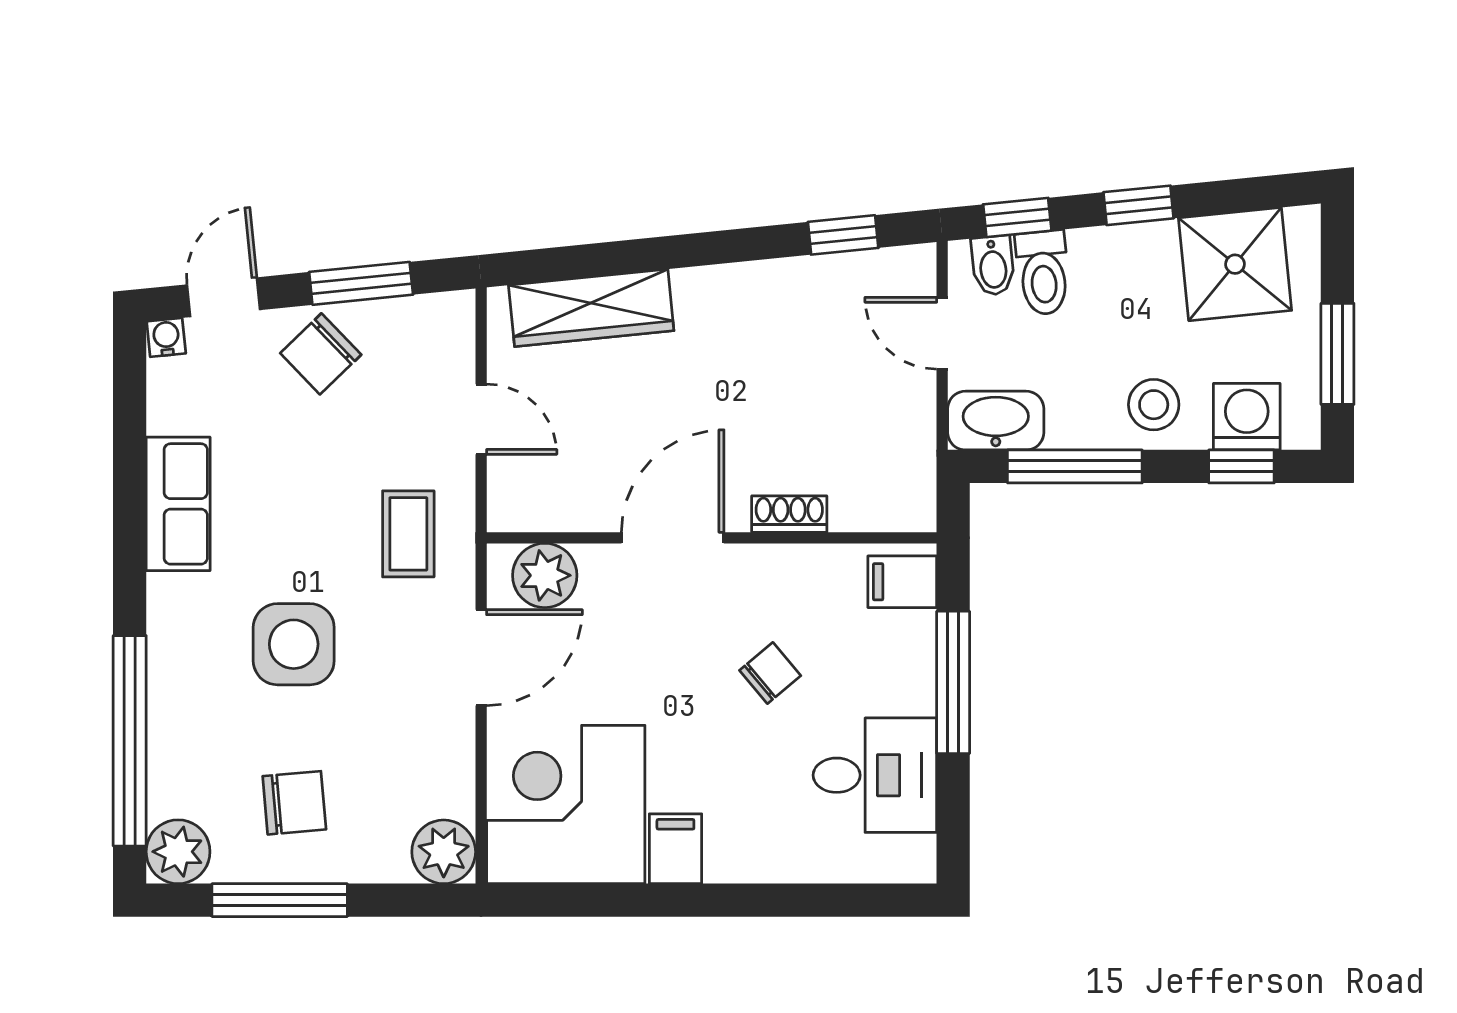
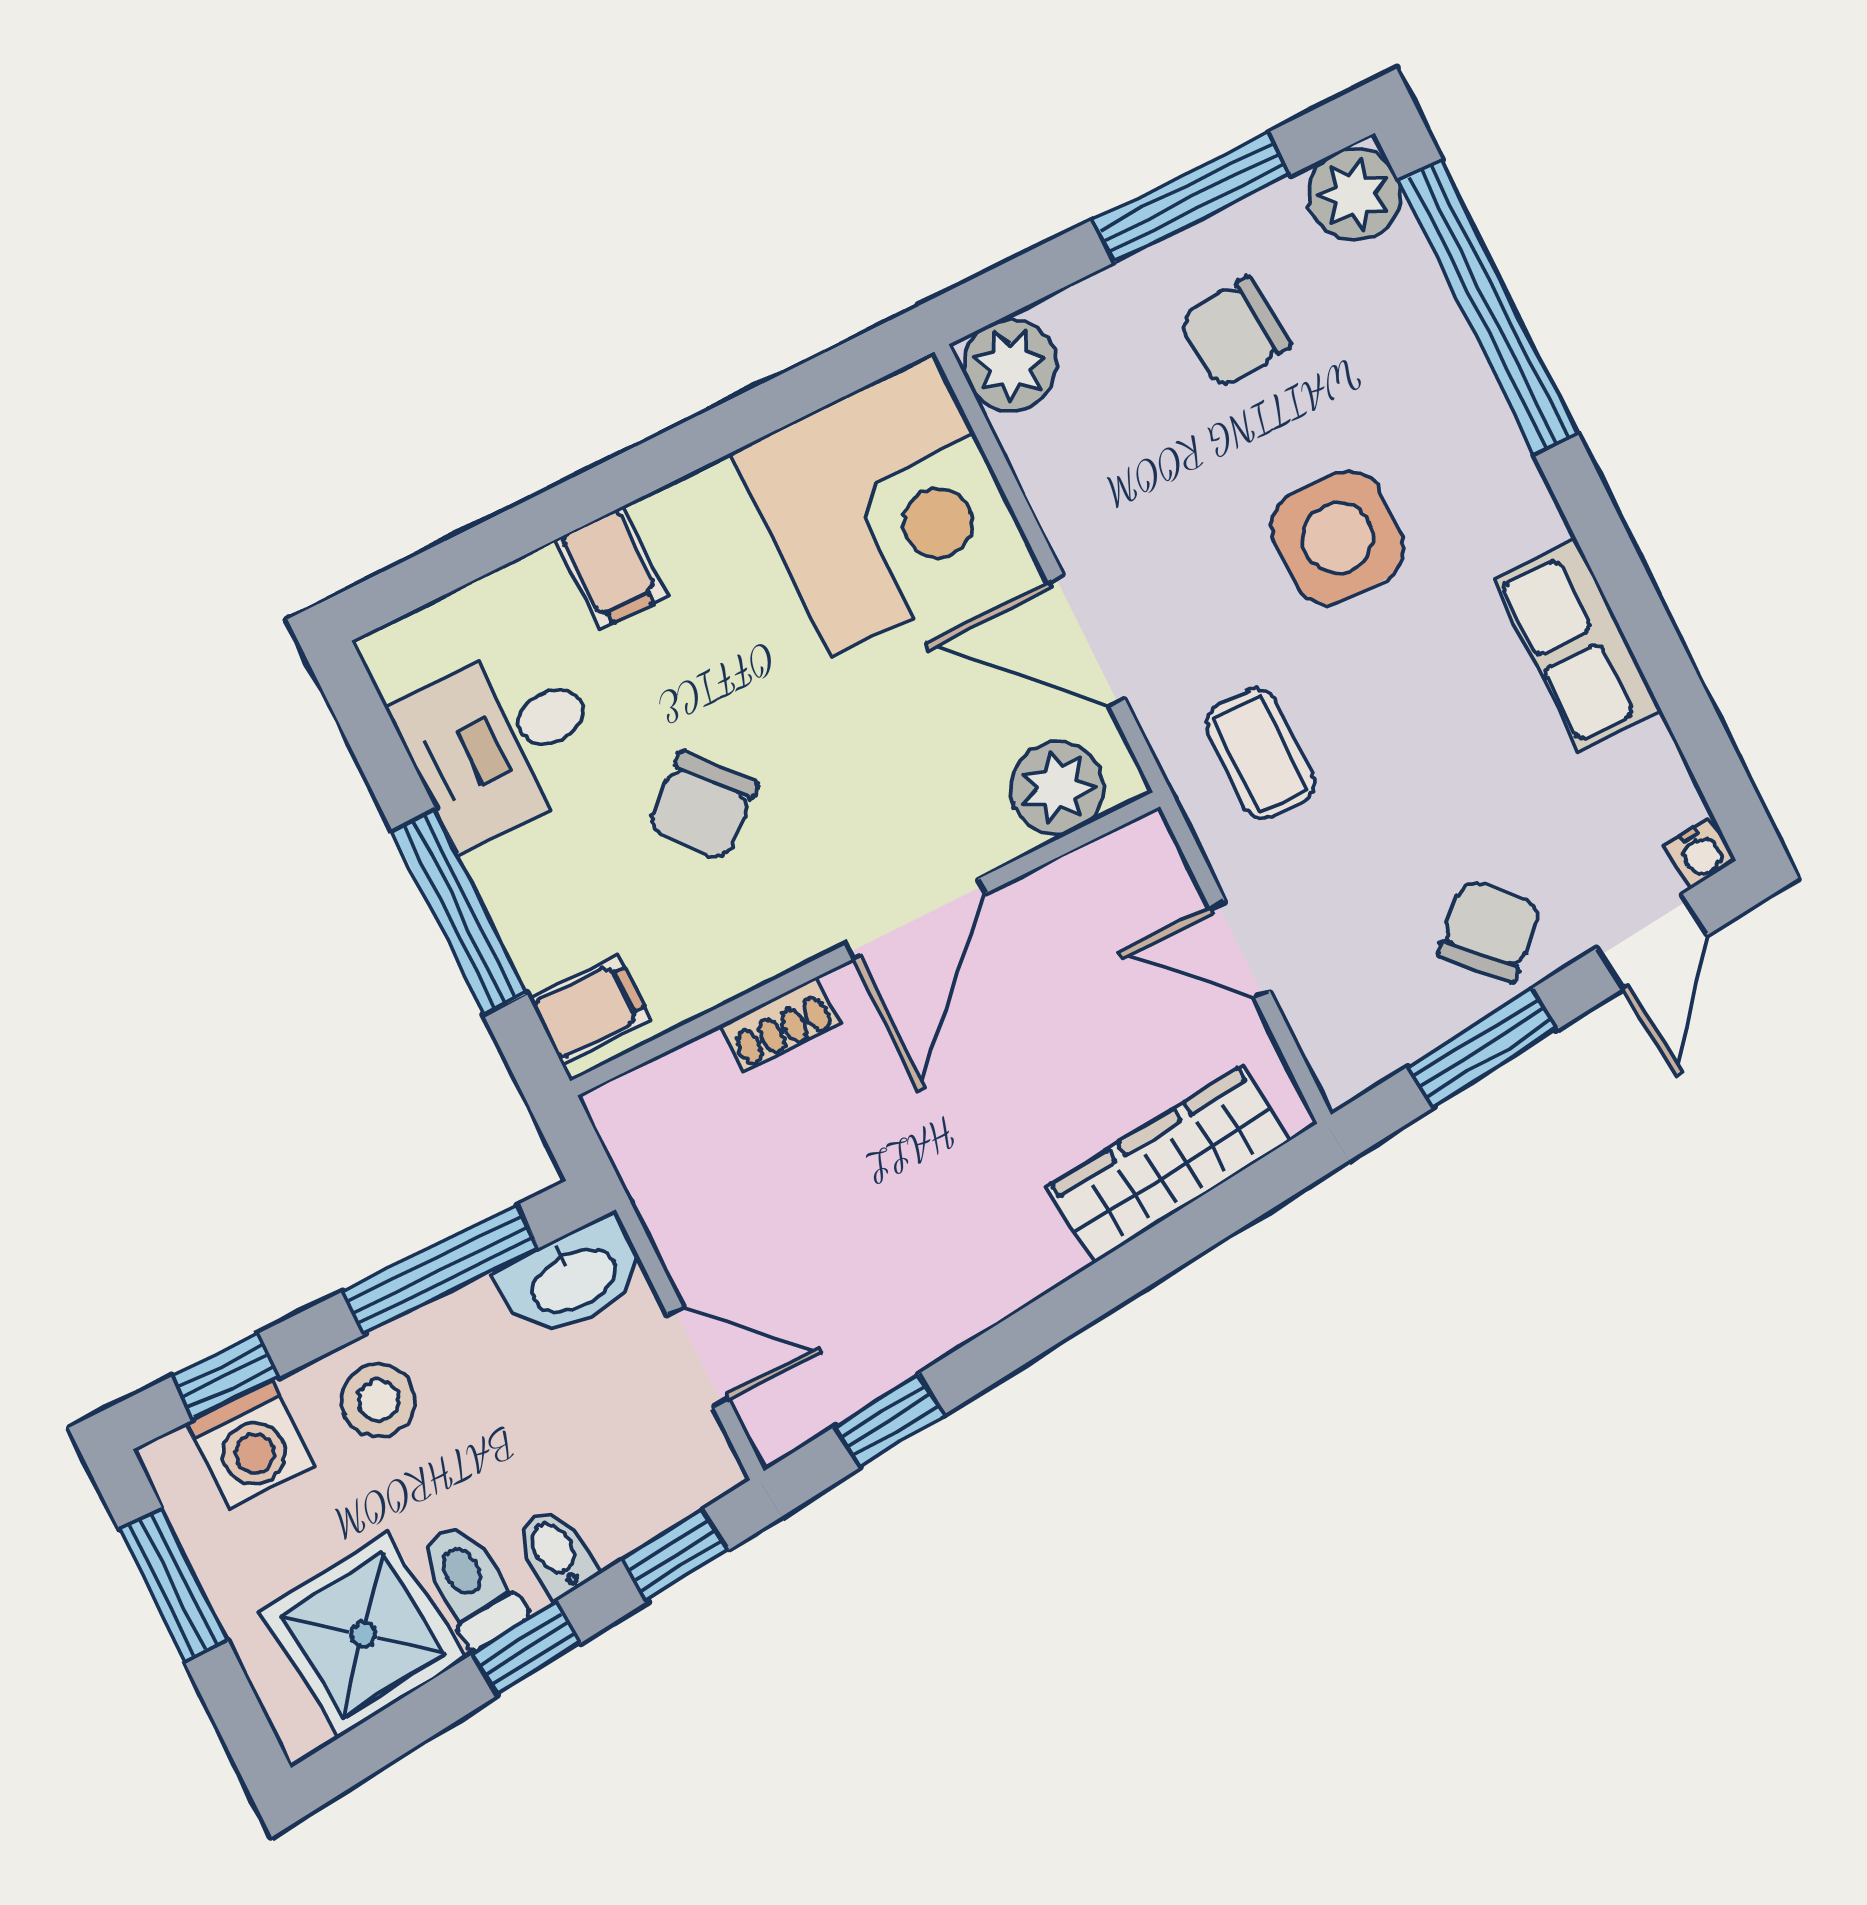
bidet: (993, 266) -> (556, 1553), moved
toilet: (1043, 273) -> (471, 1585), moved
door: (481, 658) -> (1087, 641), hinge flipped
chair: (770, 673) -> (703, 806), width x1.37, depth x1.37
filing cabinet: (675, 849) -> (611, 568), moved

